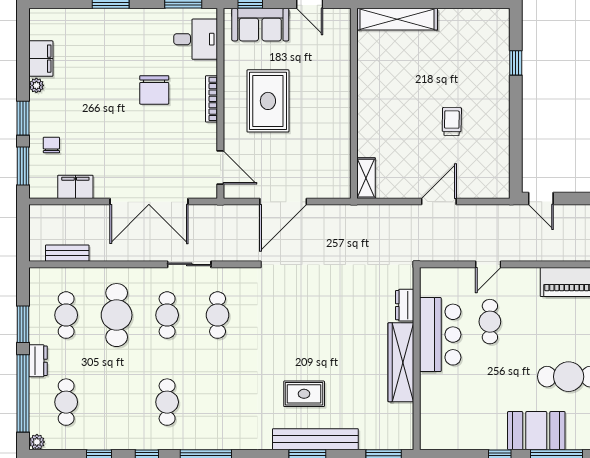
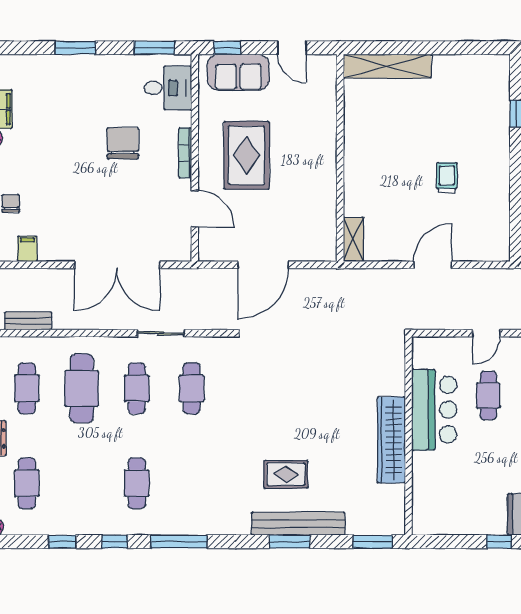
chair: (154, 90) -> (123, 143), turned 180
door: (220, 168) -> (195, 209), moved
filing cabinet: (75, 187) -> (27, 249), width x0.50
dresser: (405, 305) -> (395, 378), removed

